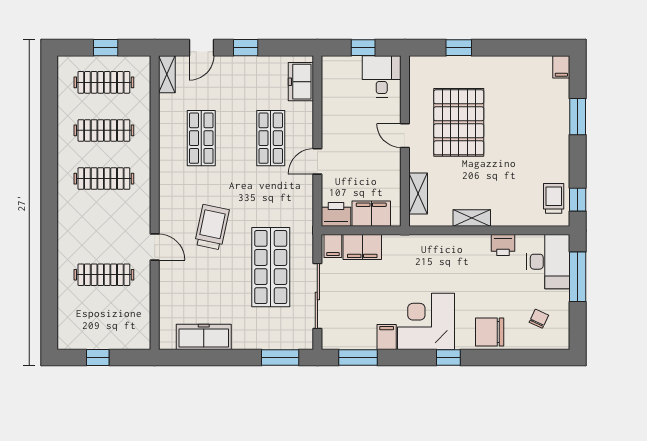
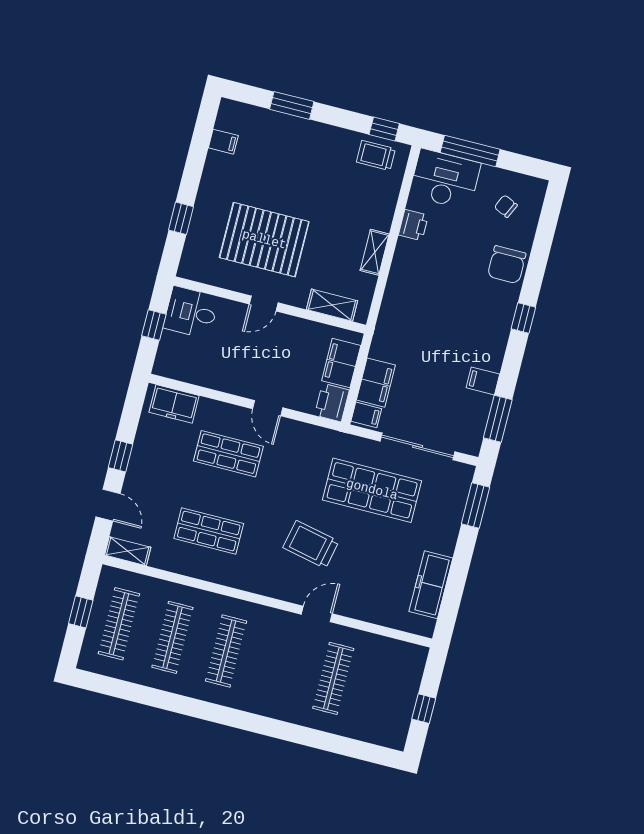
filing cabinet: (561, 67) -> (223, 142), moved
corner desk: (426, 321) -> (477, 333), removed

